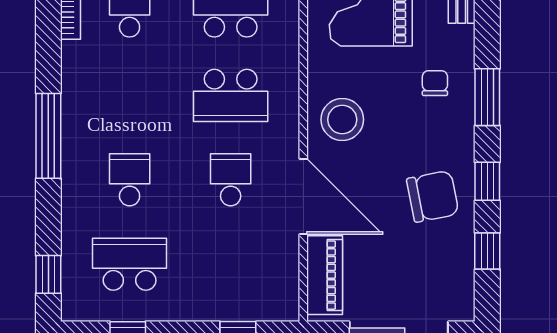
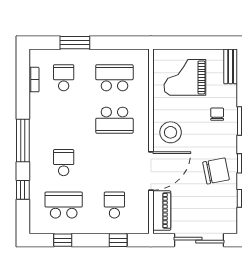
school desk: (231, 180) -> (114, 205), moved
door: (303, 197) -> (151, 171), hinge flipped
window: (48, 274) -> (23, 190), moved

